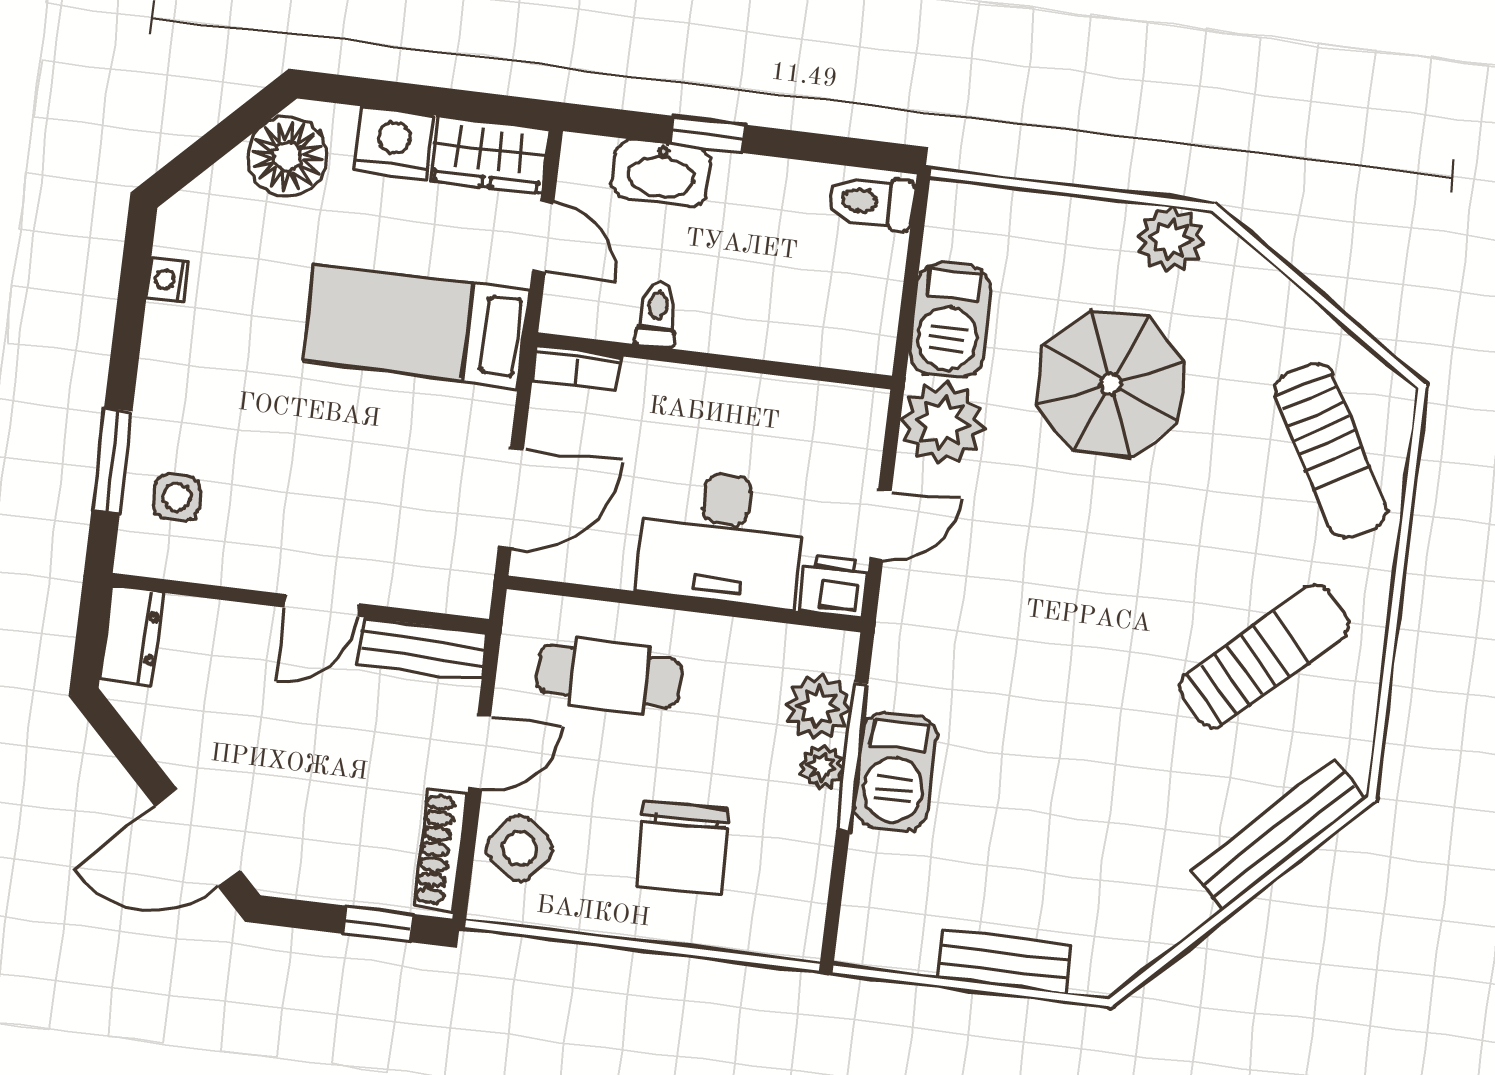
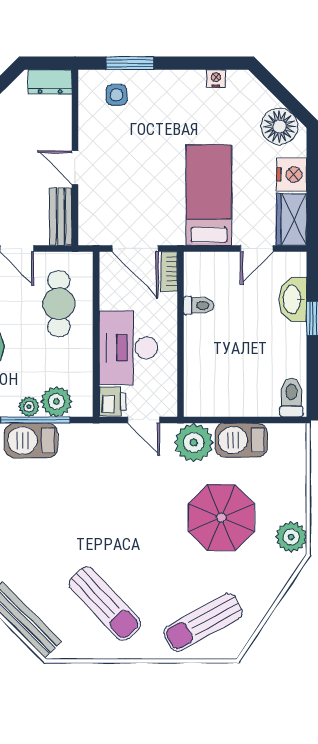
toilet: (657, 314) -> (199, 305), moved
wall: (714, 361) -> (180, 334), moved
bookcase: (577, 368) -> (169, 271), moved

